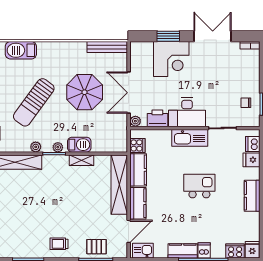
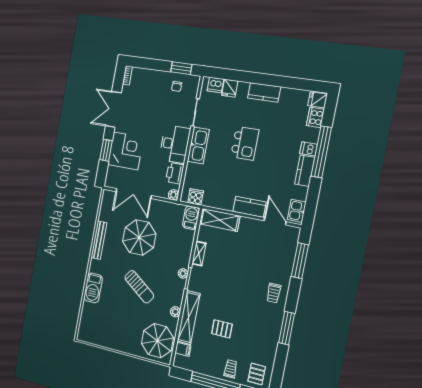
bench: (107, 47) -> (99, 240), moved
double door: (129, 93) -> (134, 194), moved
sun lounger: (34, 102) -> (139, 287), width x0.73, depth x0.75
barbecue: (79, 145) -> (191, 218), moved
plant: (36, 147) -> (175, 312), moved
kitchen counter: (138, 170) -> (218, 201), removed
shelving: (119, 185) -> (220, 220), width x0.68
kitchen island: (199, 186) -> (245, 143), turned 180
pallet: (96, 247) -> (222, 329), moved, turned 90

